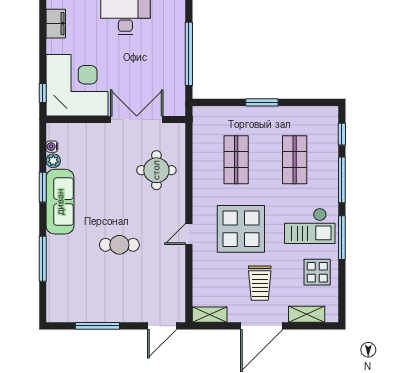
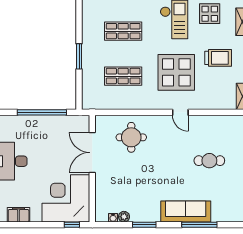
sofa: (60, 202) -> (186, 212), moved
cafe table: (119, 245) -> (209, 161), moved, turned 90

